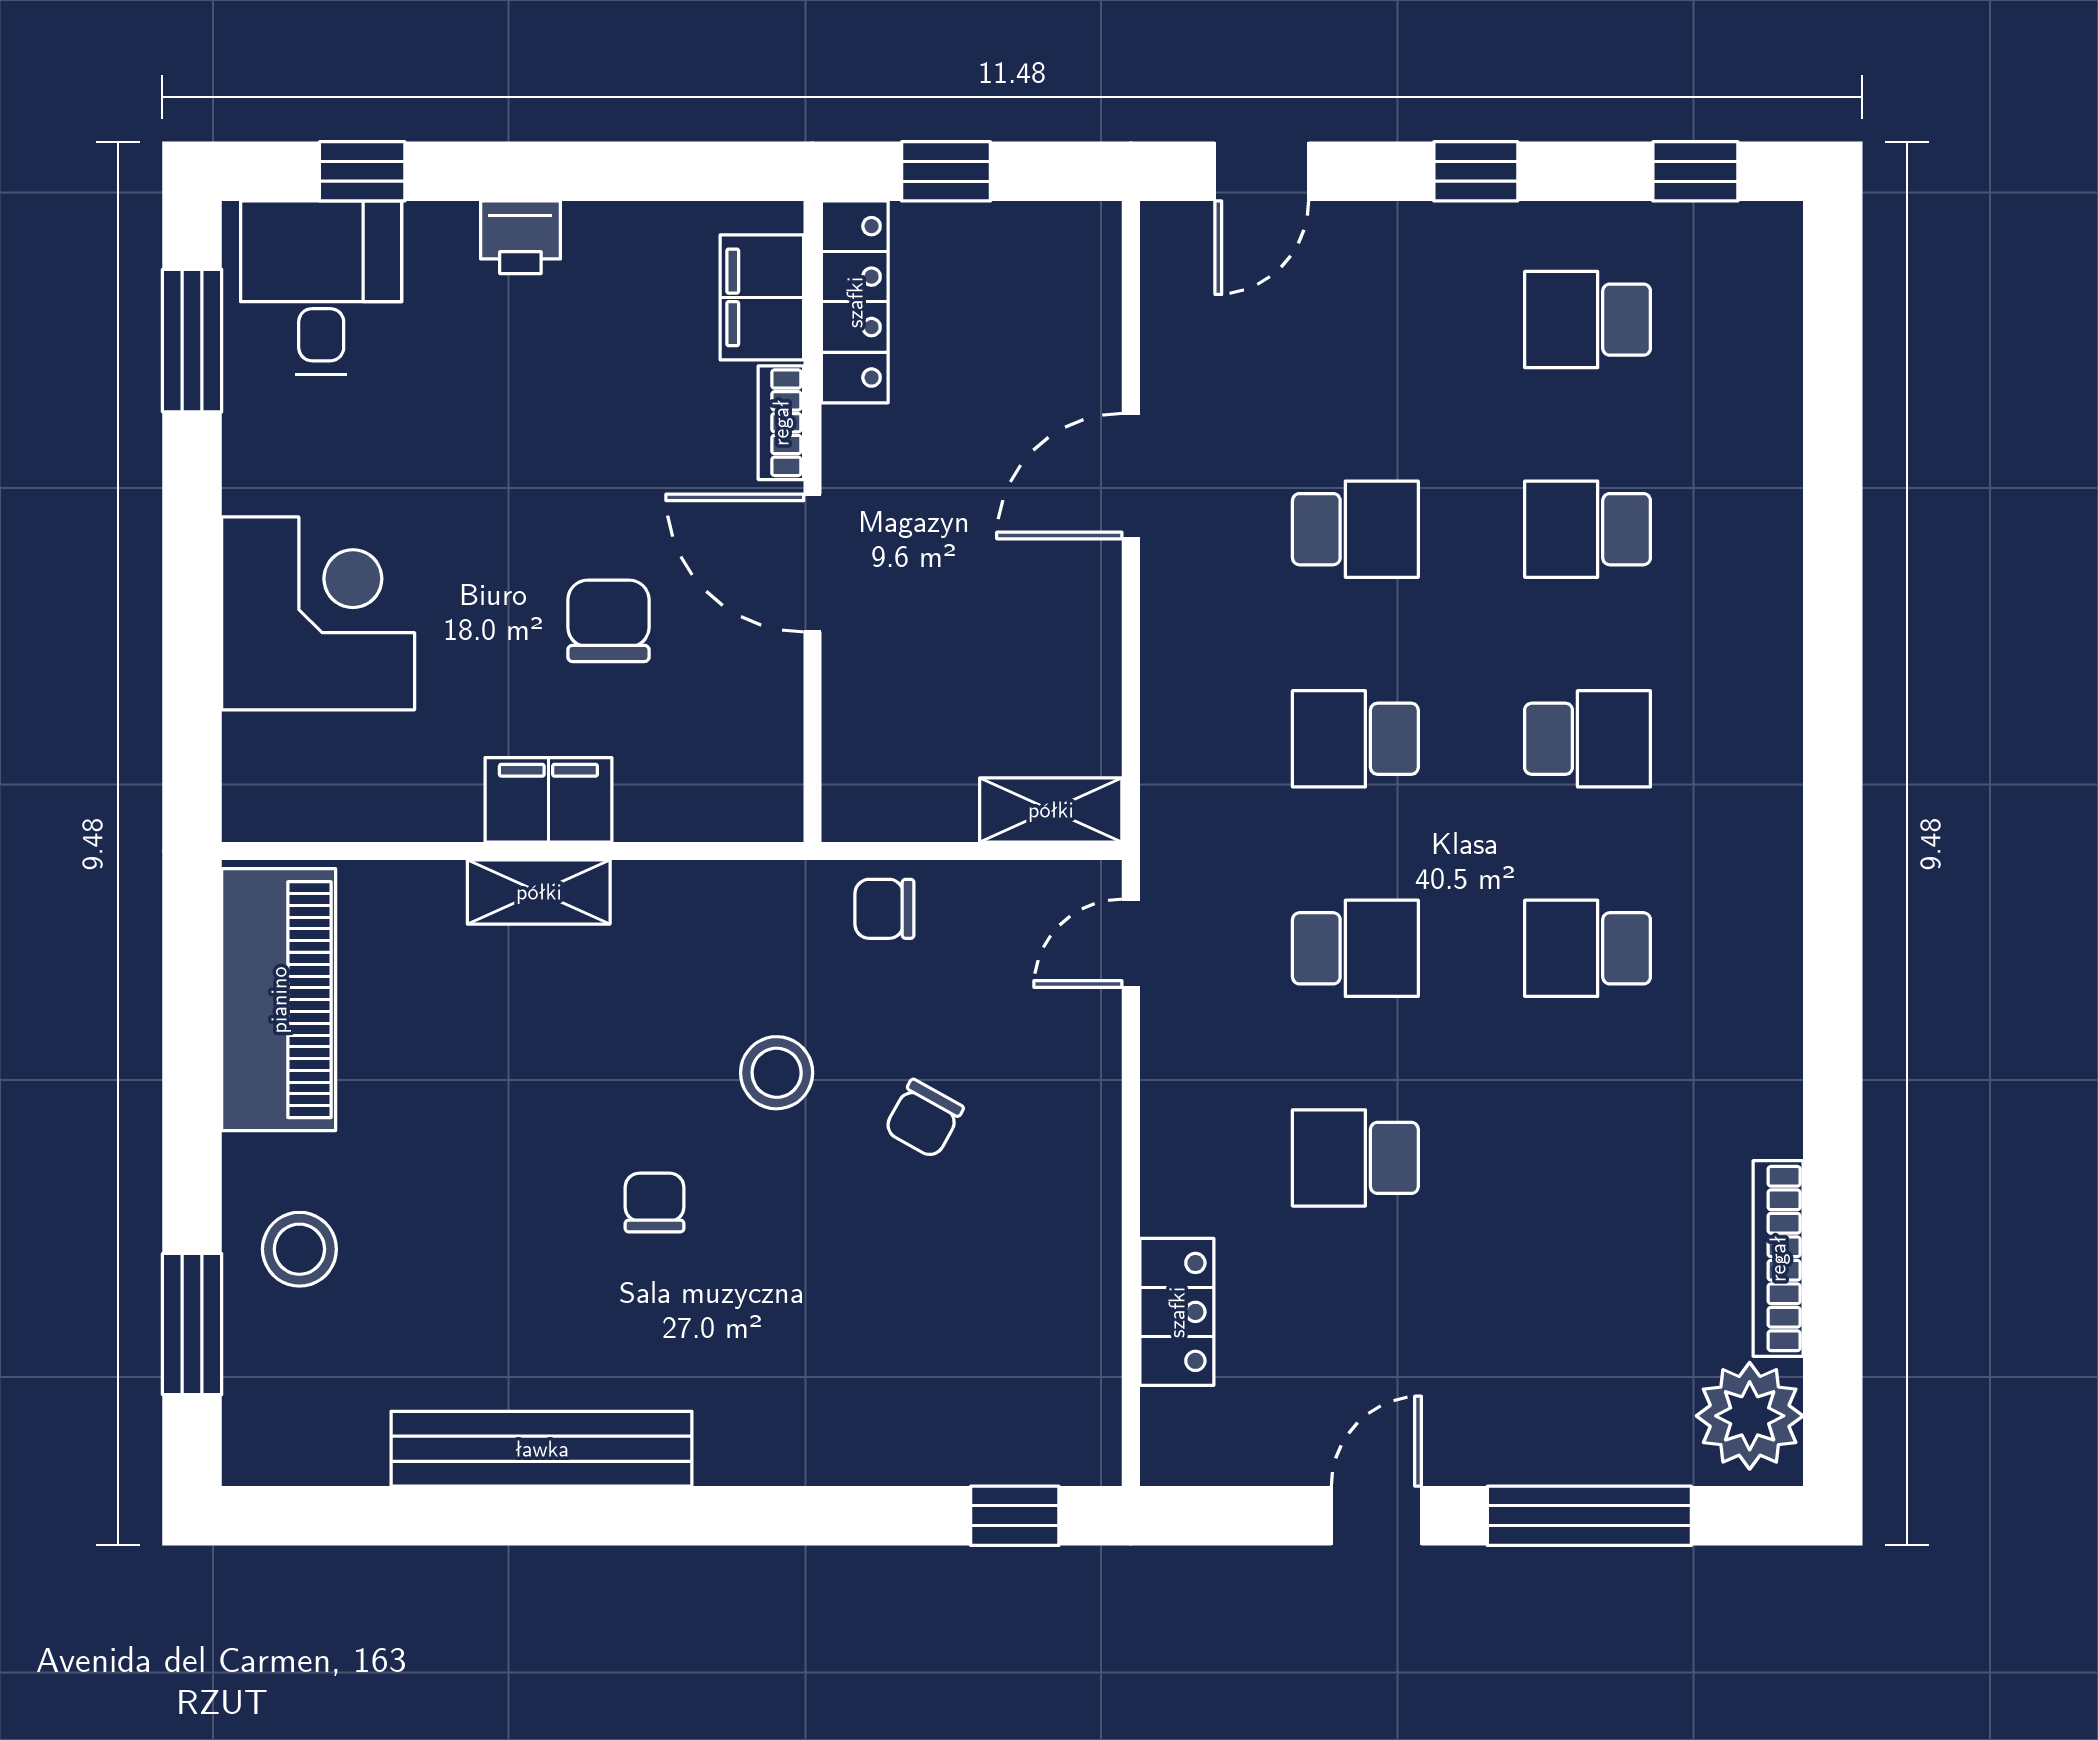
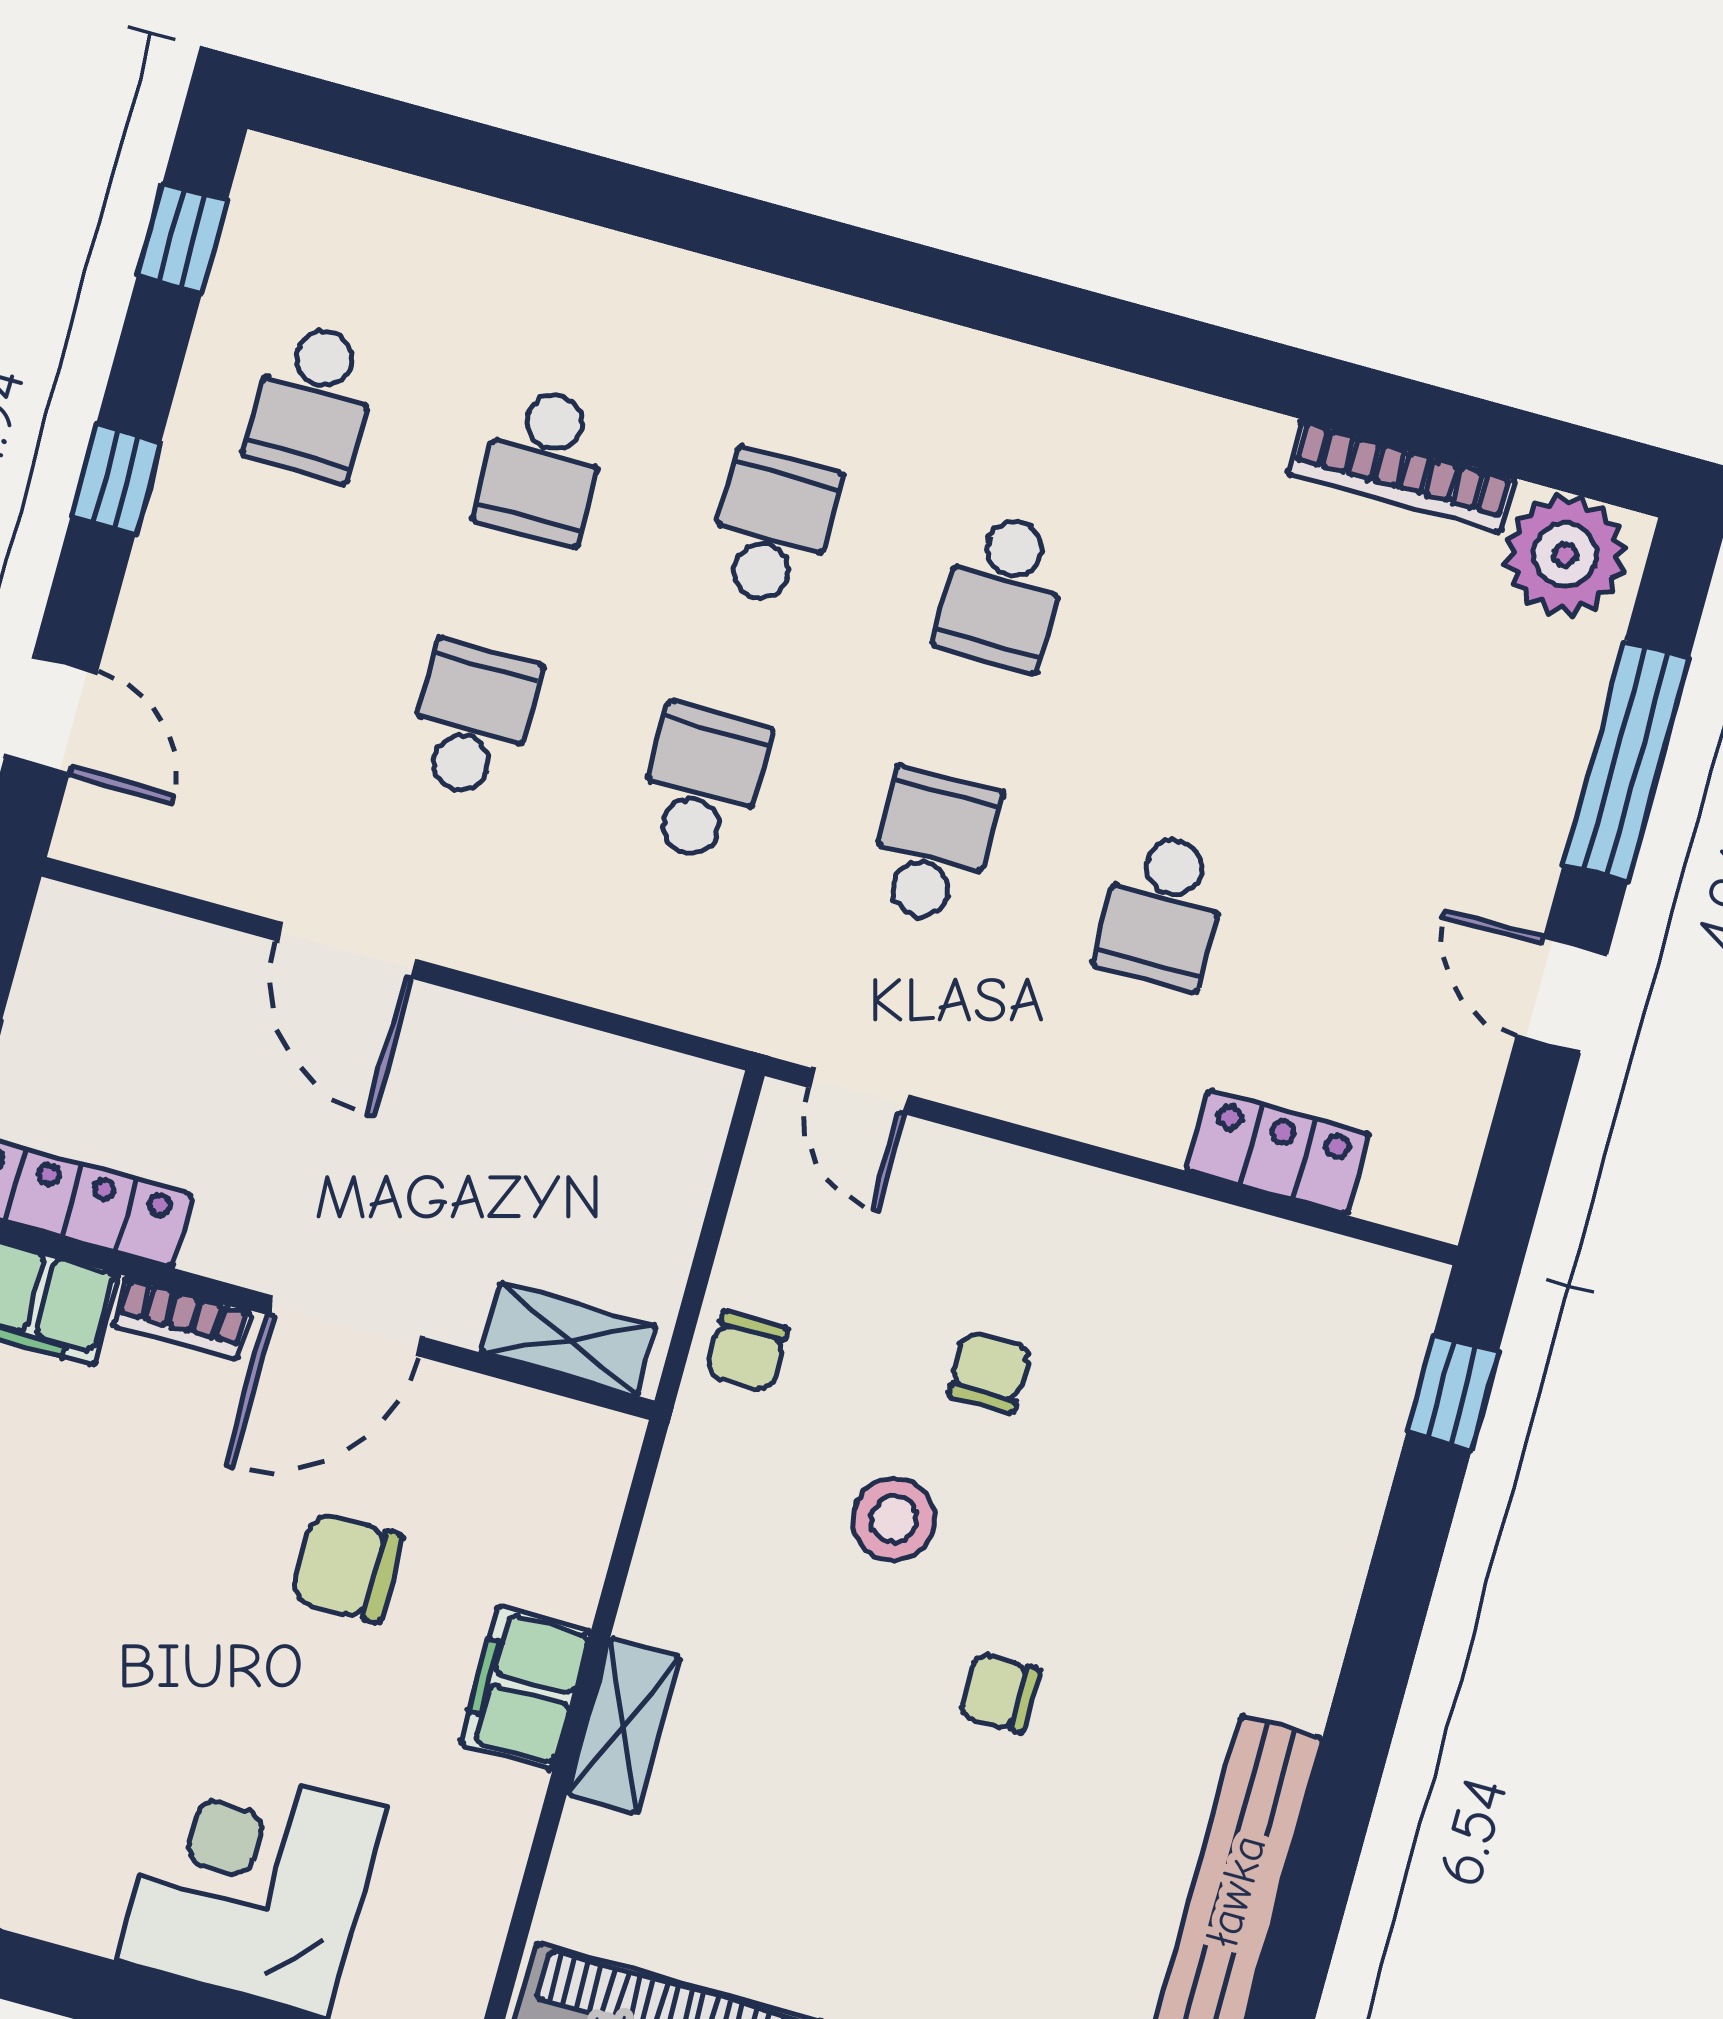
school desk: (1355, 739) -> (702, 783), turned 180
shelving: (1051, 810) -> (568, 1339), moved, turned 90
chair: (924, 1119) -> (989, 1372), turned -119

